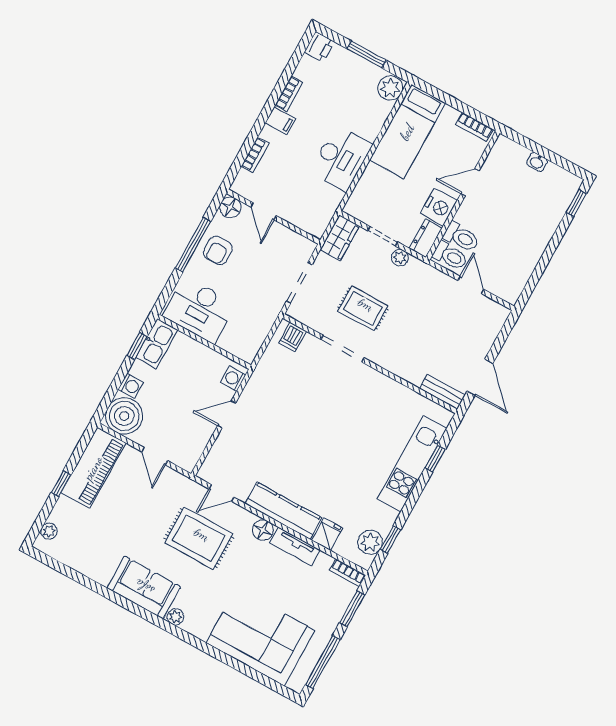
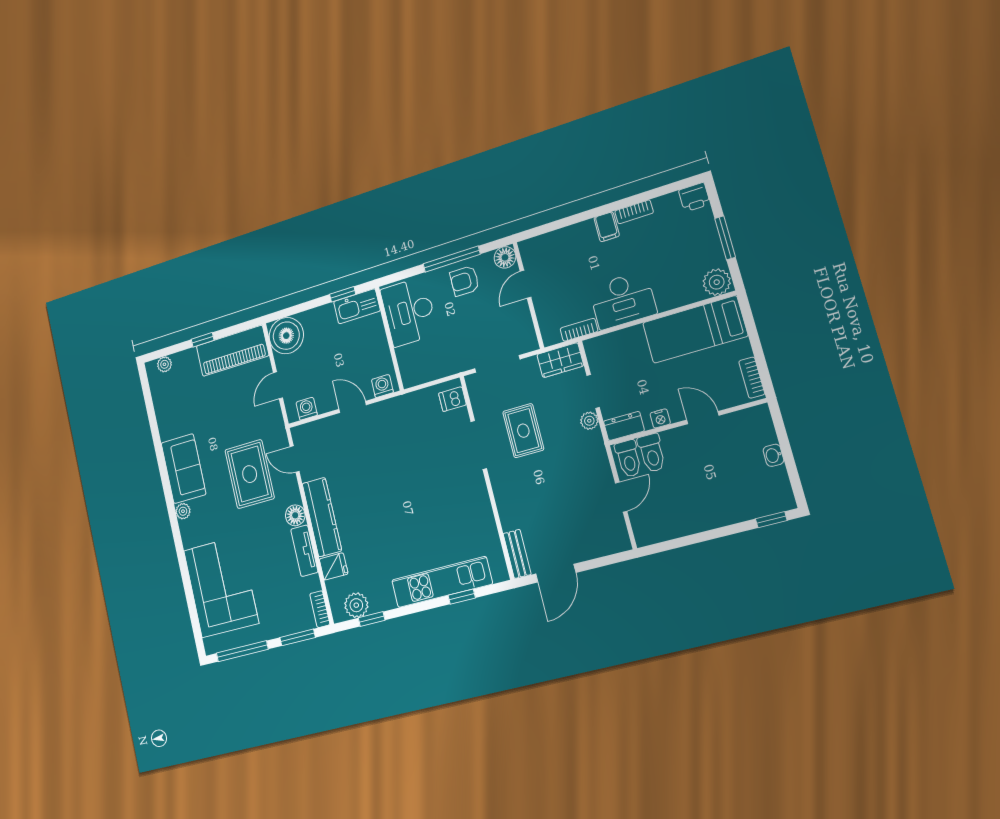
bookcase: (255, 155) -> (579, 330), moved, turned 180
nightstand: (439, 207) -> (660, 418), width x0.53, depth x0.56
washing machine: (131, 386) -> (307, 409), moved, turned 180

